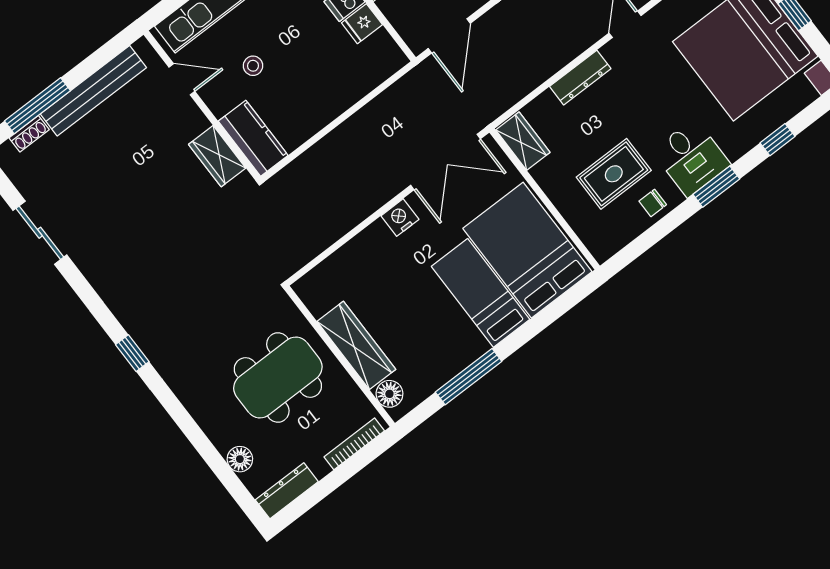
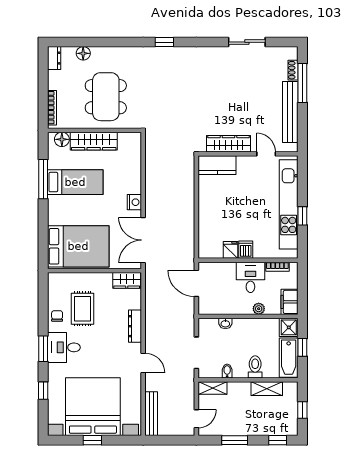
stool: (253, 66) -> (248, 189), removed
door: (182, 79) -> (266, 154), swing flipped
wardrobe: (217, 156) -> (229, 144), width x1.50
bed: (480, 293) -> (75, 182), moved
dresser: (287, 491) -> (54, 58), width x0.70

